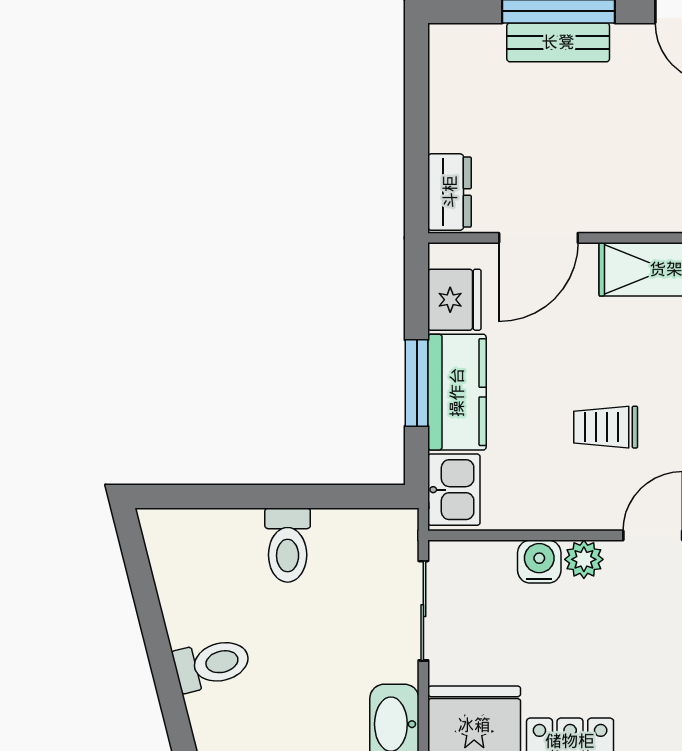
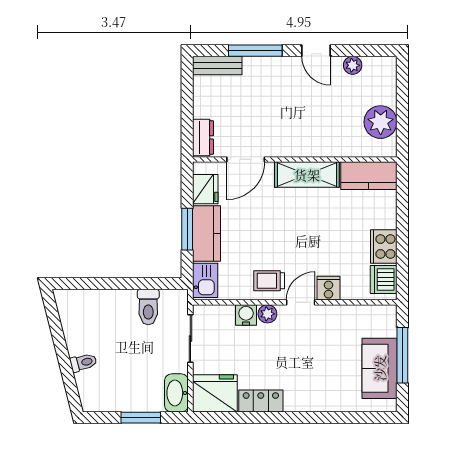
bench: (558, 42) -> (217, 66), moved
trolley: (606, 427) -> (269, 281), moved
toilet: (288, 545) -> (148, 307), moved
toilet: (212, 664) -> (83, 363), width x0.73, depth x0.72

